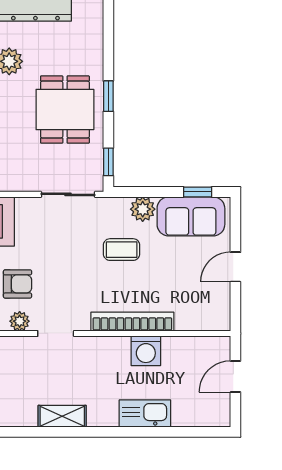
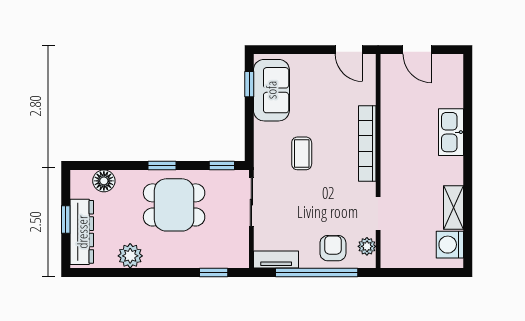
floor lamp: (91, 32) -> (104, 181), added
plant: (143, 209) -> (265, 134), removed
door: (235, 267) -> (349, 50), moved
washing machine: (146, 351) -> (450, 245), moved, turned 180

